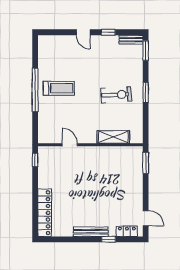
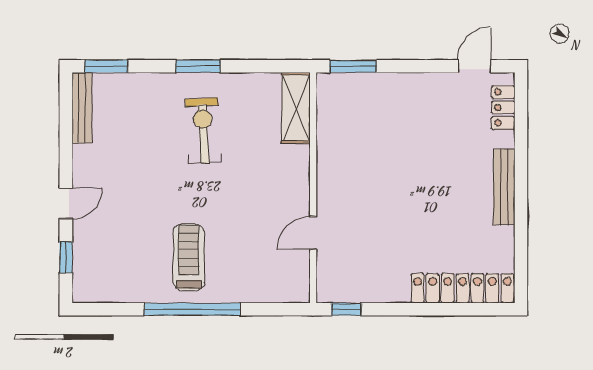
window: (108, 32) -> (66, 257), moved
bench: (131, 40) -> (82, 108), width x1.36
shelving: (113, 137) -> (296, 108), moved
window: (109, 239) -> (521, 148), removed

